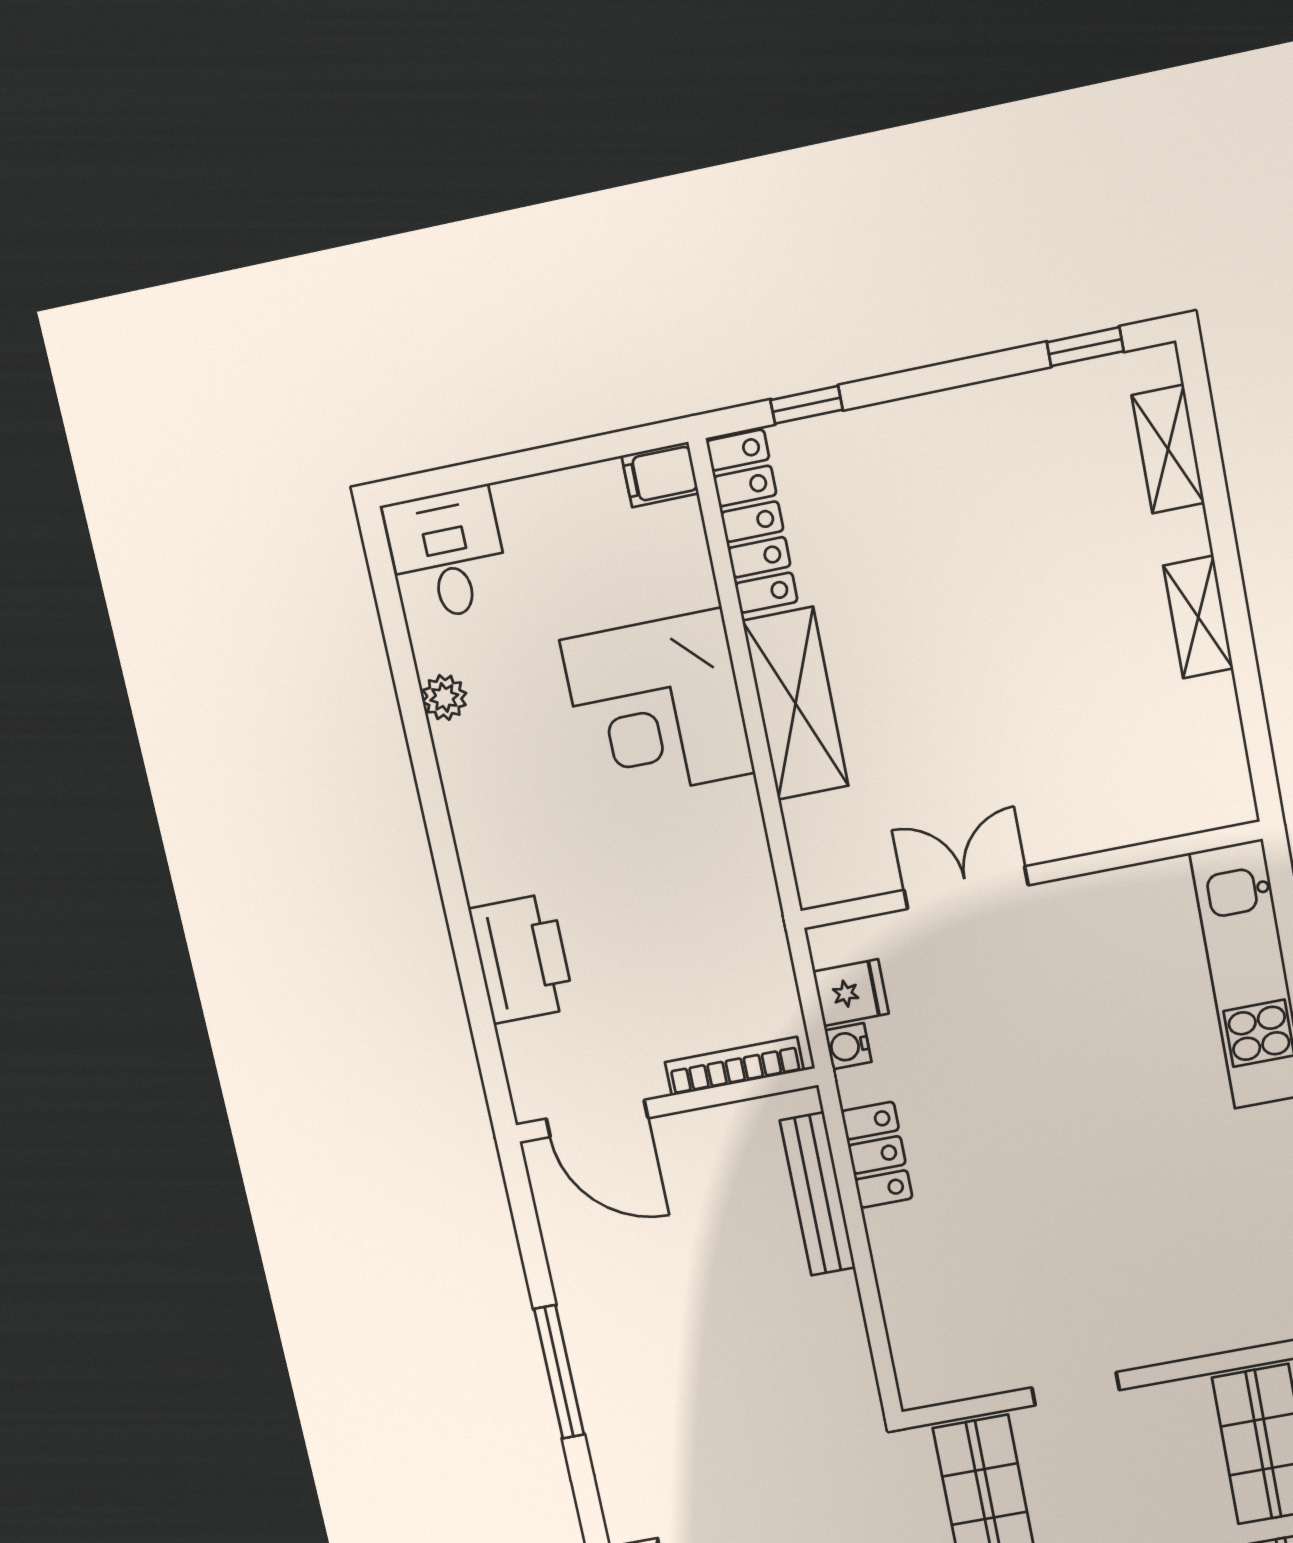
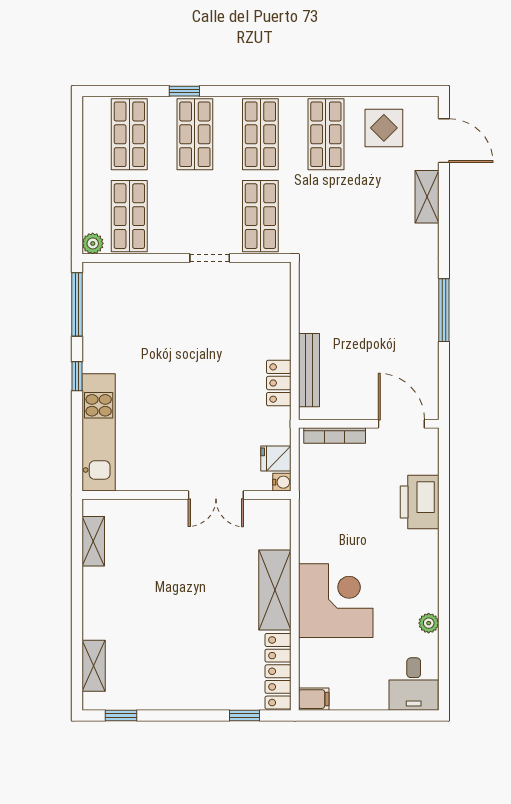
shelving: (1198, 617) -> (93, 541), moved
water cooler: (848, 1046) -> (282, 482), moved

